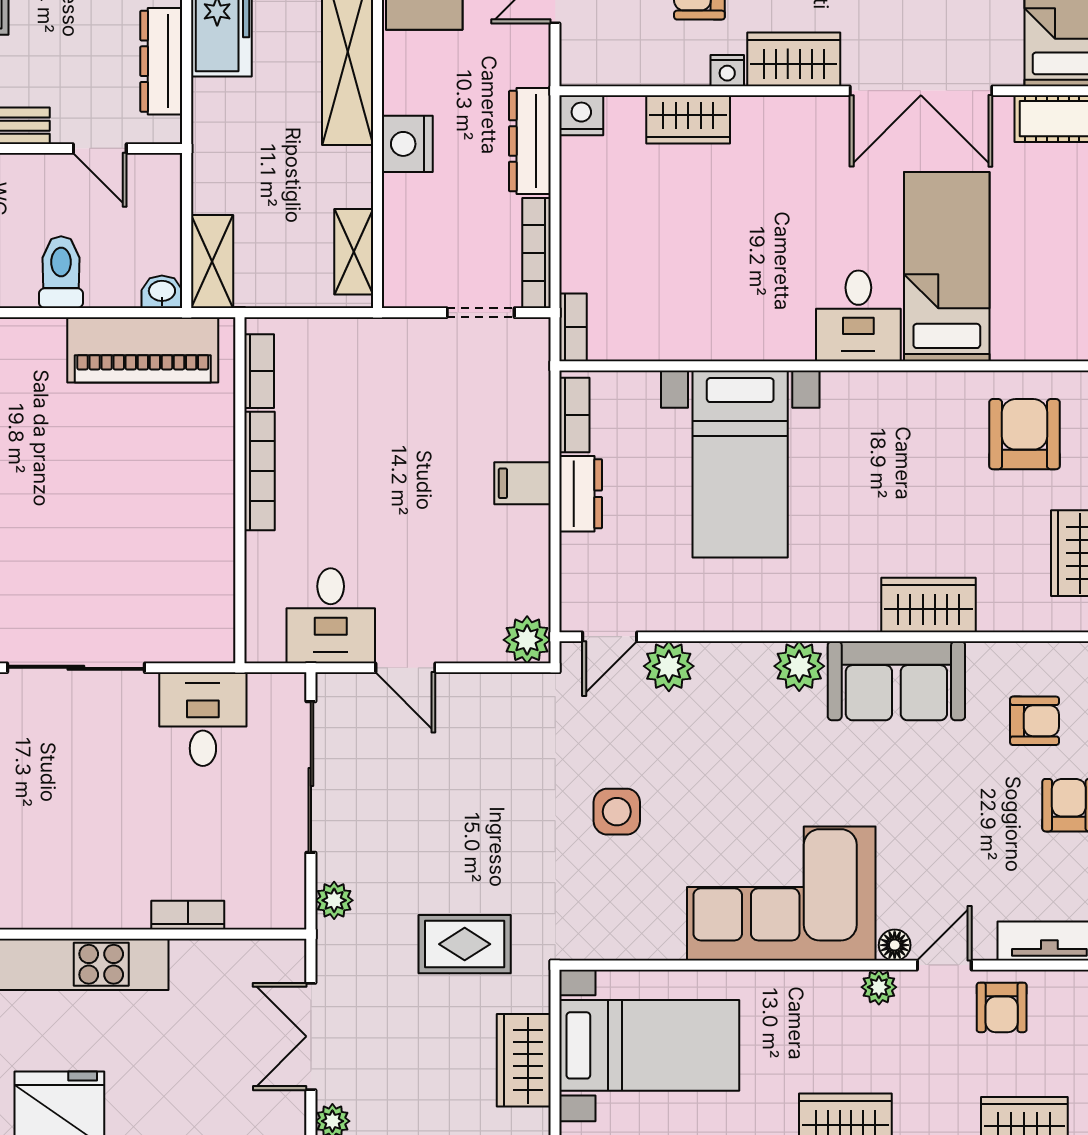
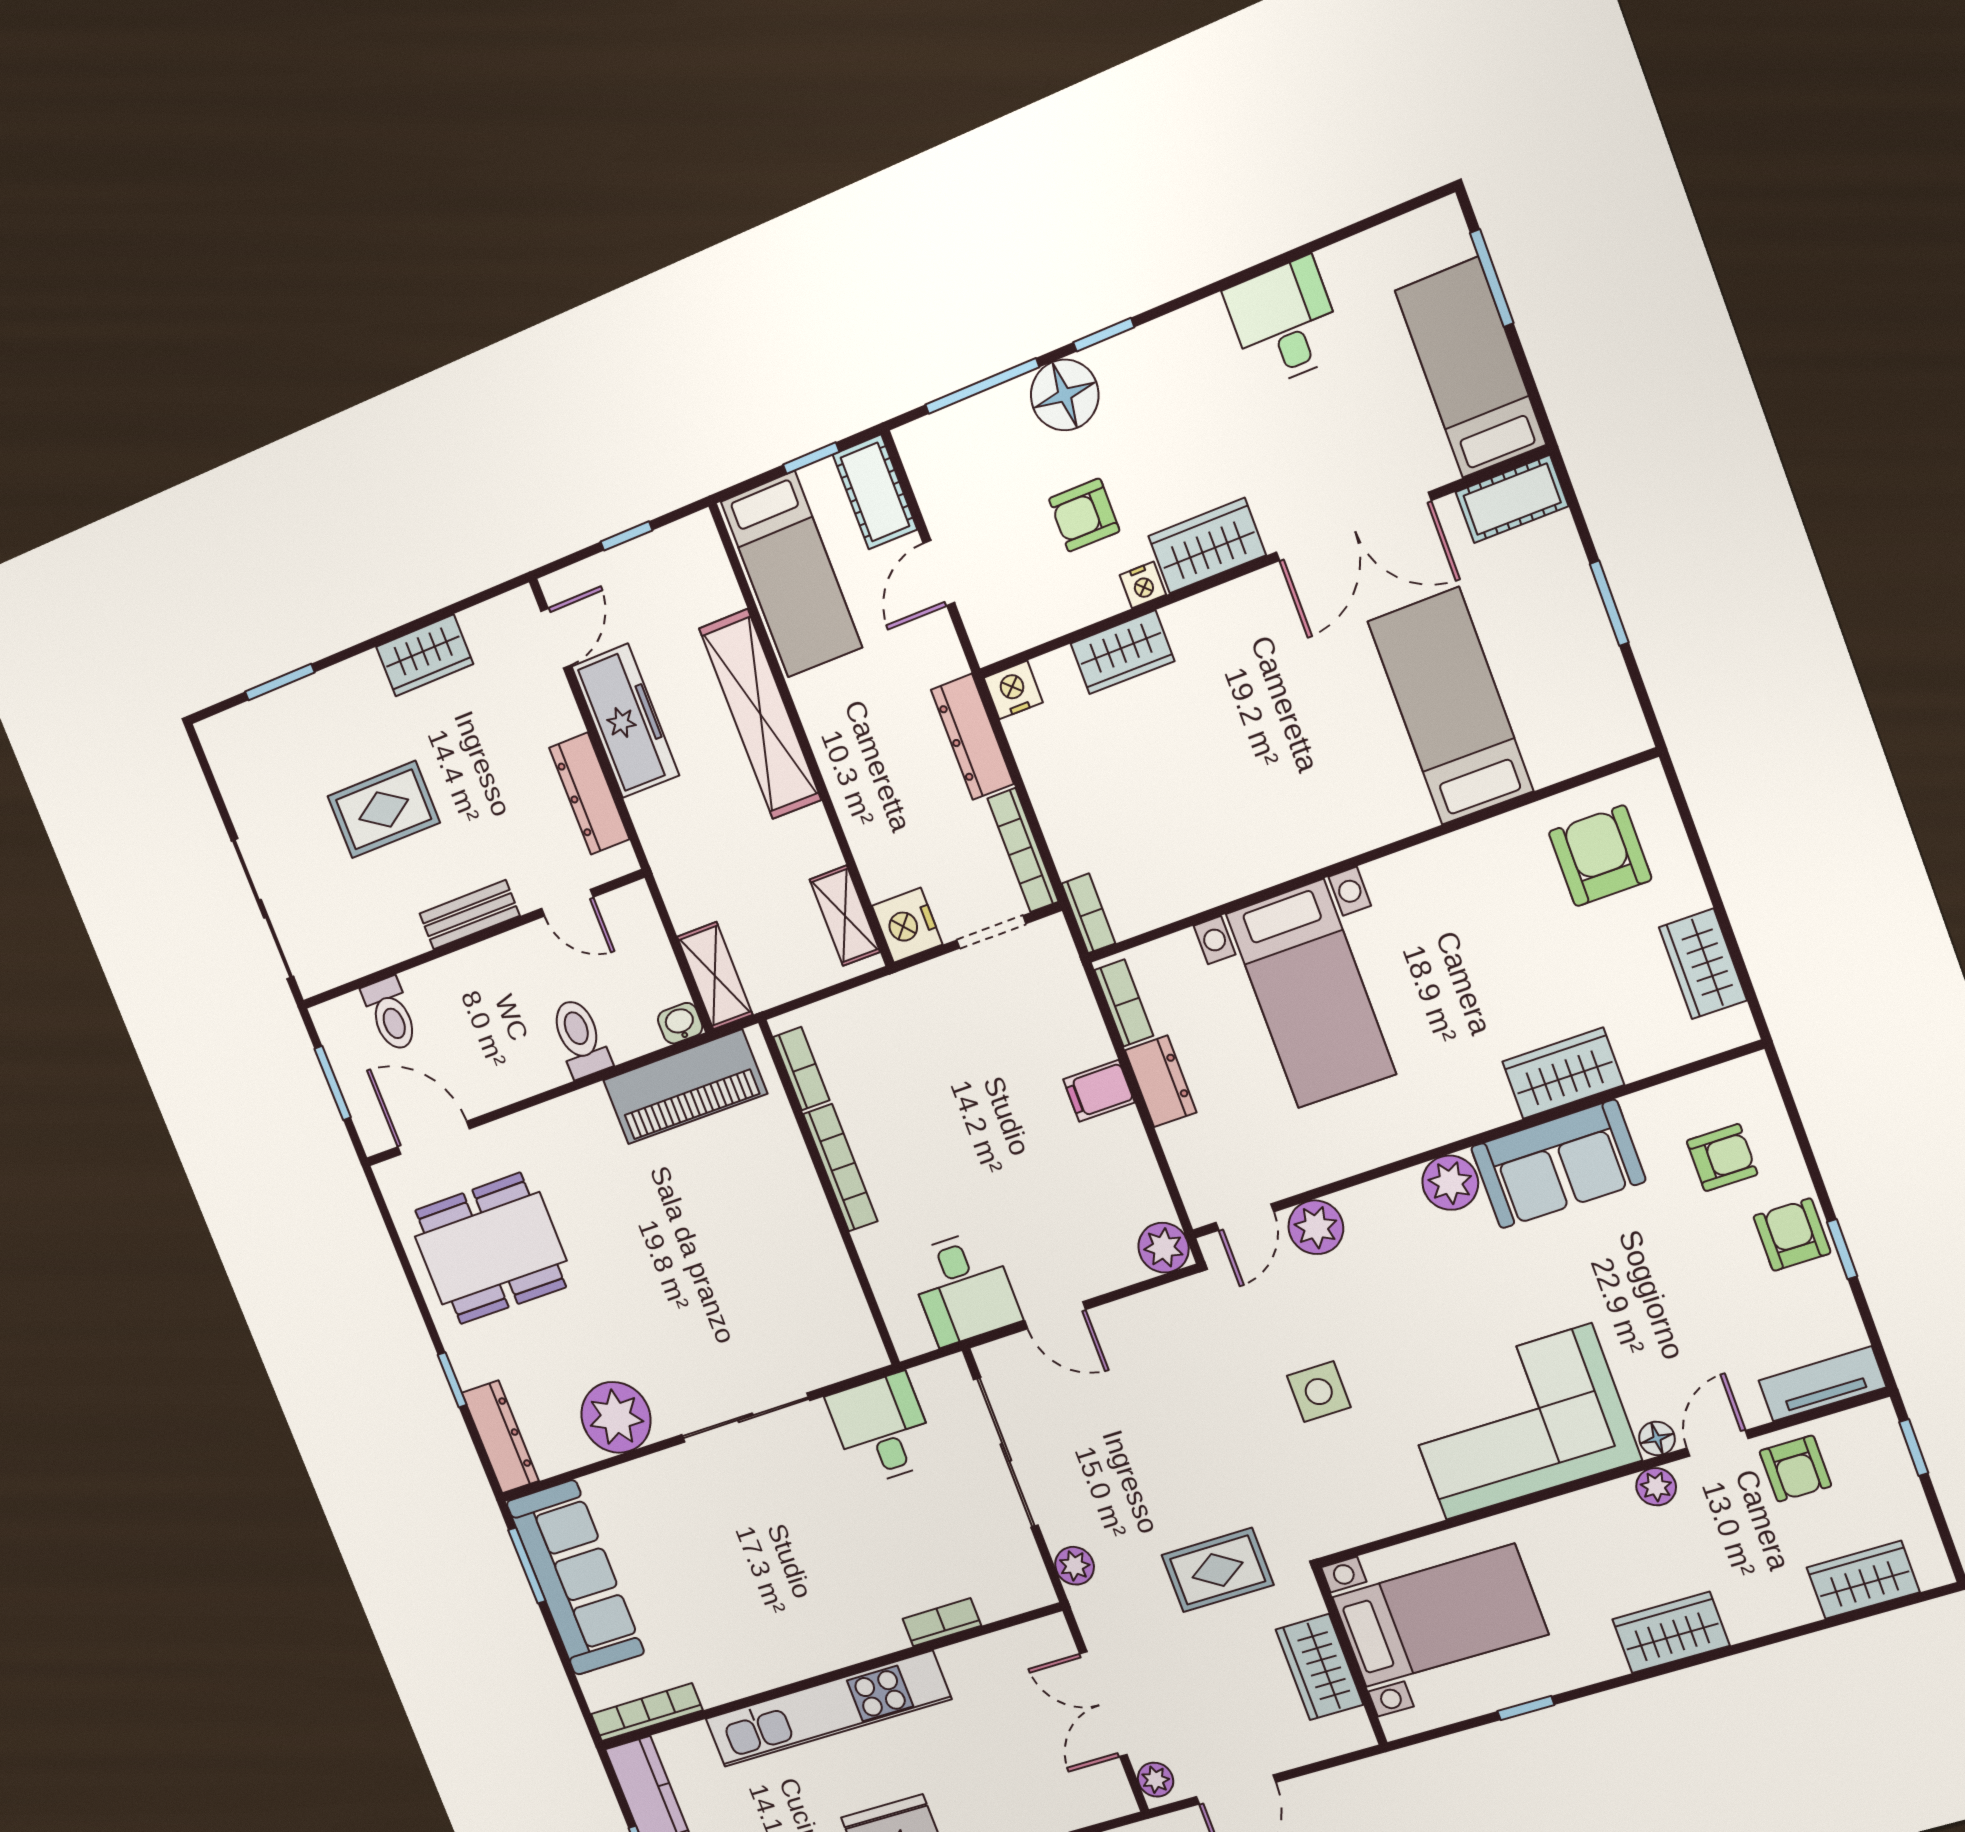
nightstand: (407, 144) -> (907, 925), moved
desk: (858, 316) -> (1376, 794), removed

